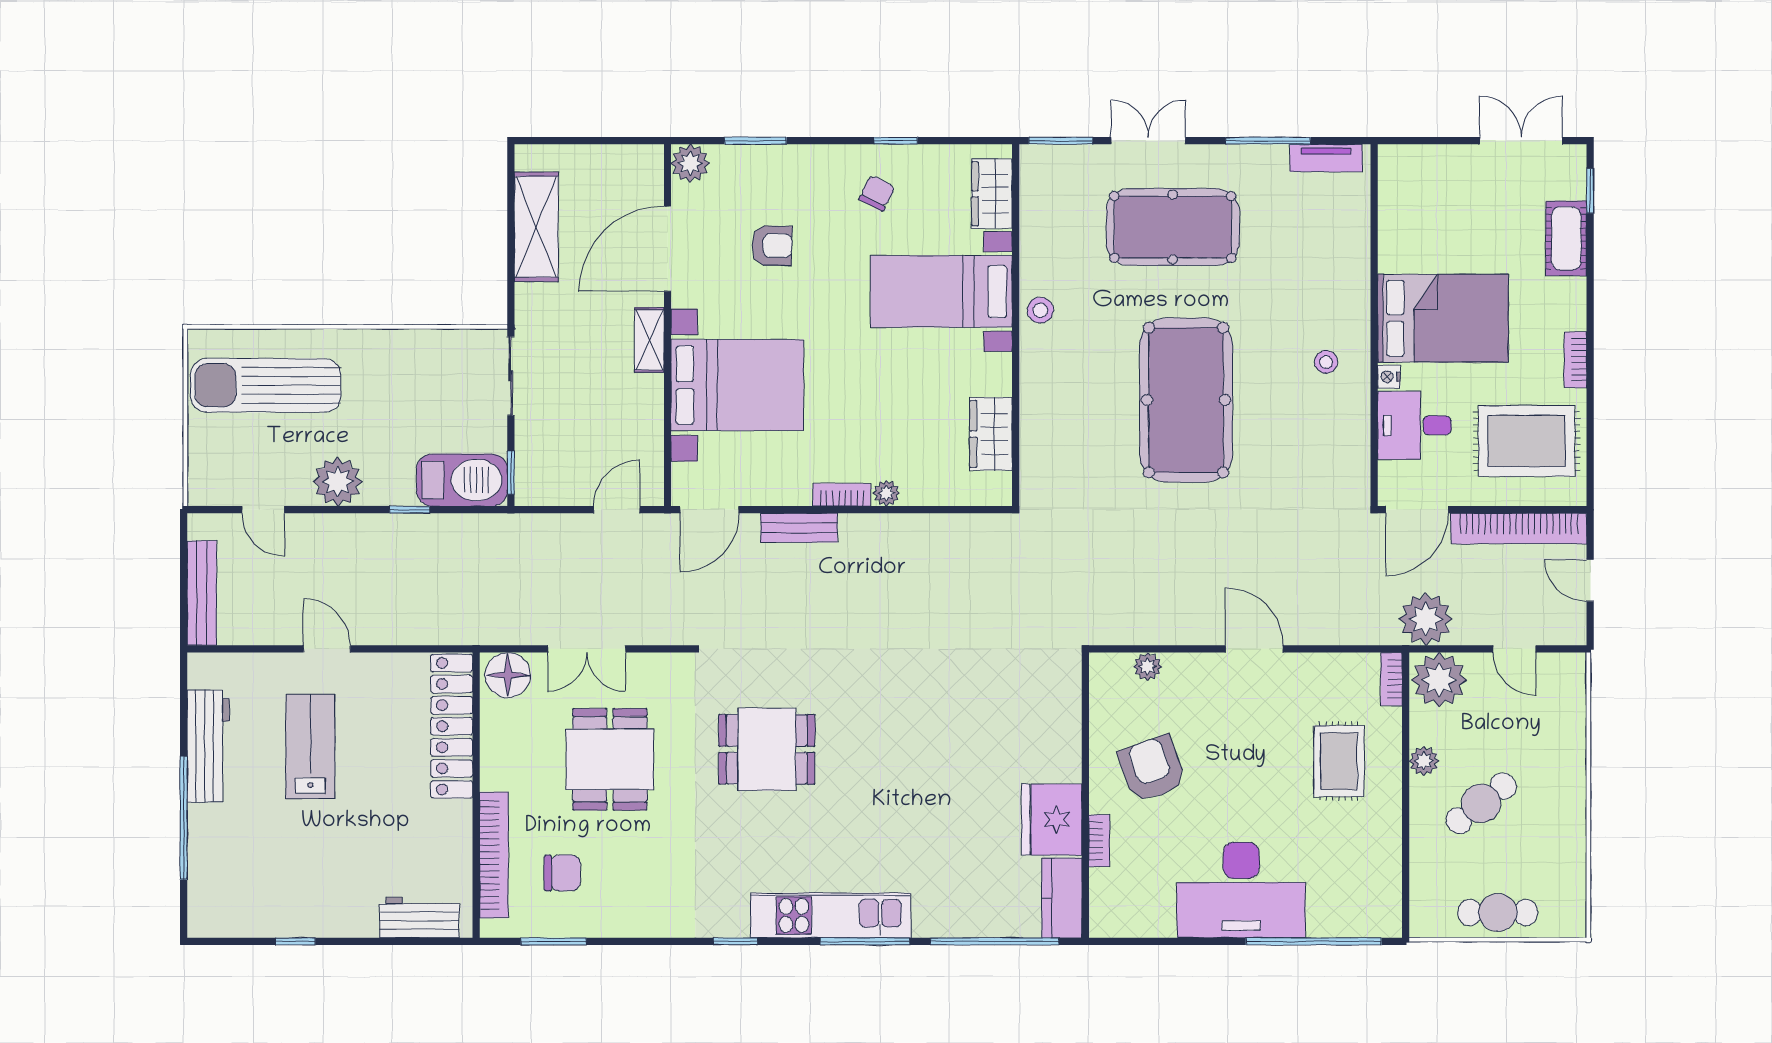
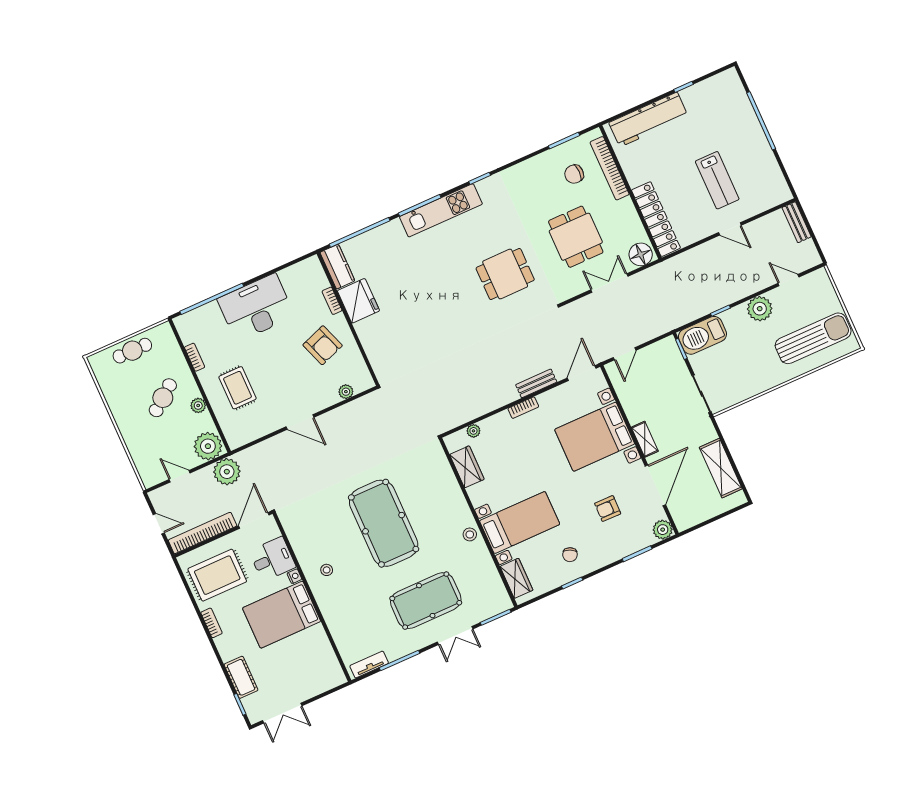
plant: (886, 493) -> (473, 431), moved
bench: (202, 593) -> (797, 222), width x0.73
bookcase: (1391, 679) -> (195, 357), moved
workbench: (208, 746) -> (765, 159), removed
workbench: (419, 918) -> (648, 120), width x1.88, depth x1.32

